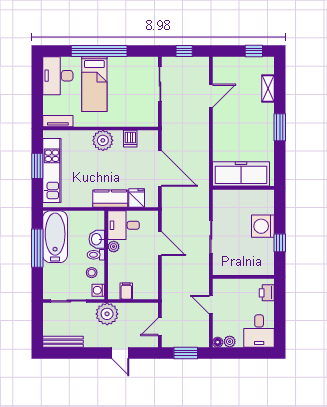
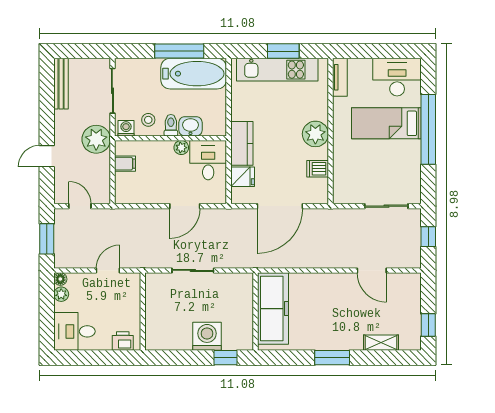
window: (280, 243) -> (226, 358), moved

